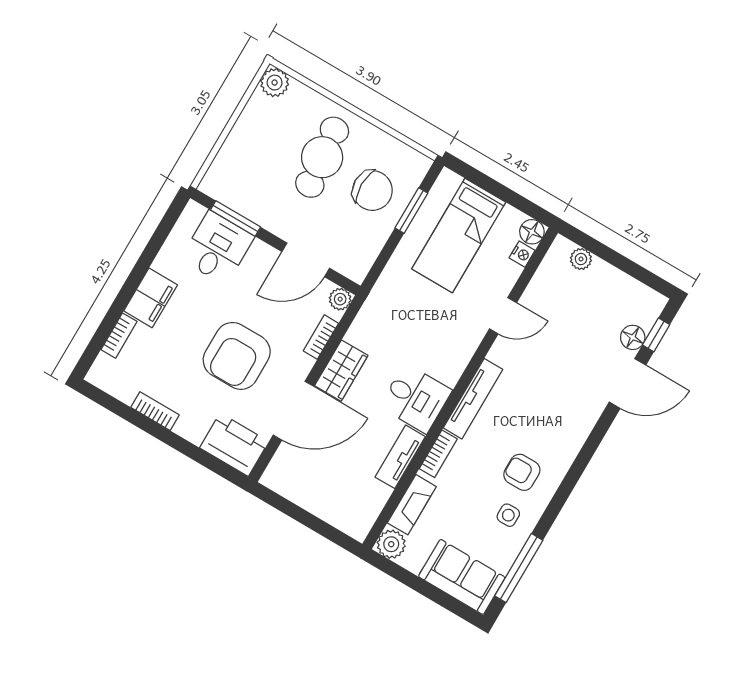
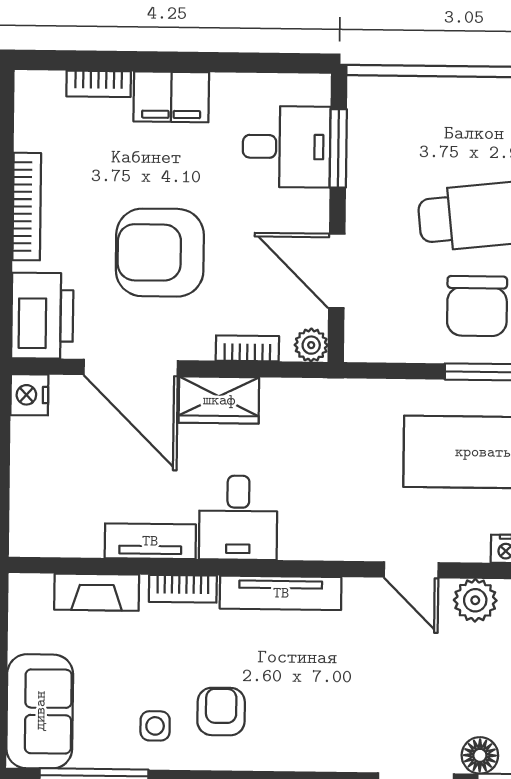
bookcase: (155, 411) -> (27, 207), width x1.56
nightstand: (276, 478) -> (29, 395), added
plant: (391, 544) -> (475, 600), moved

